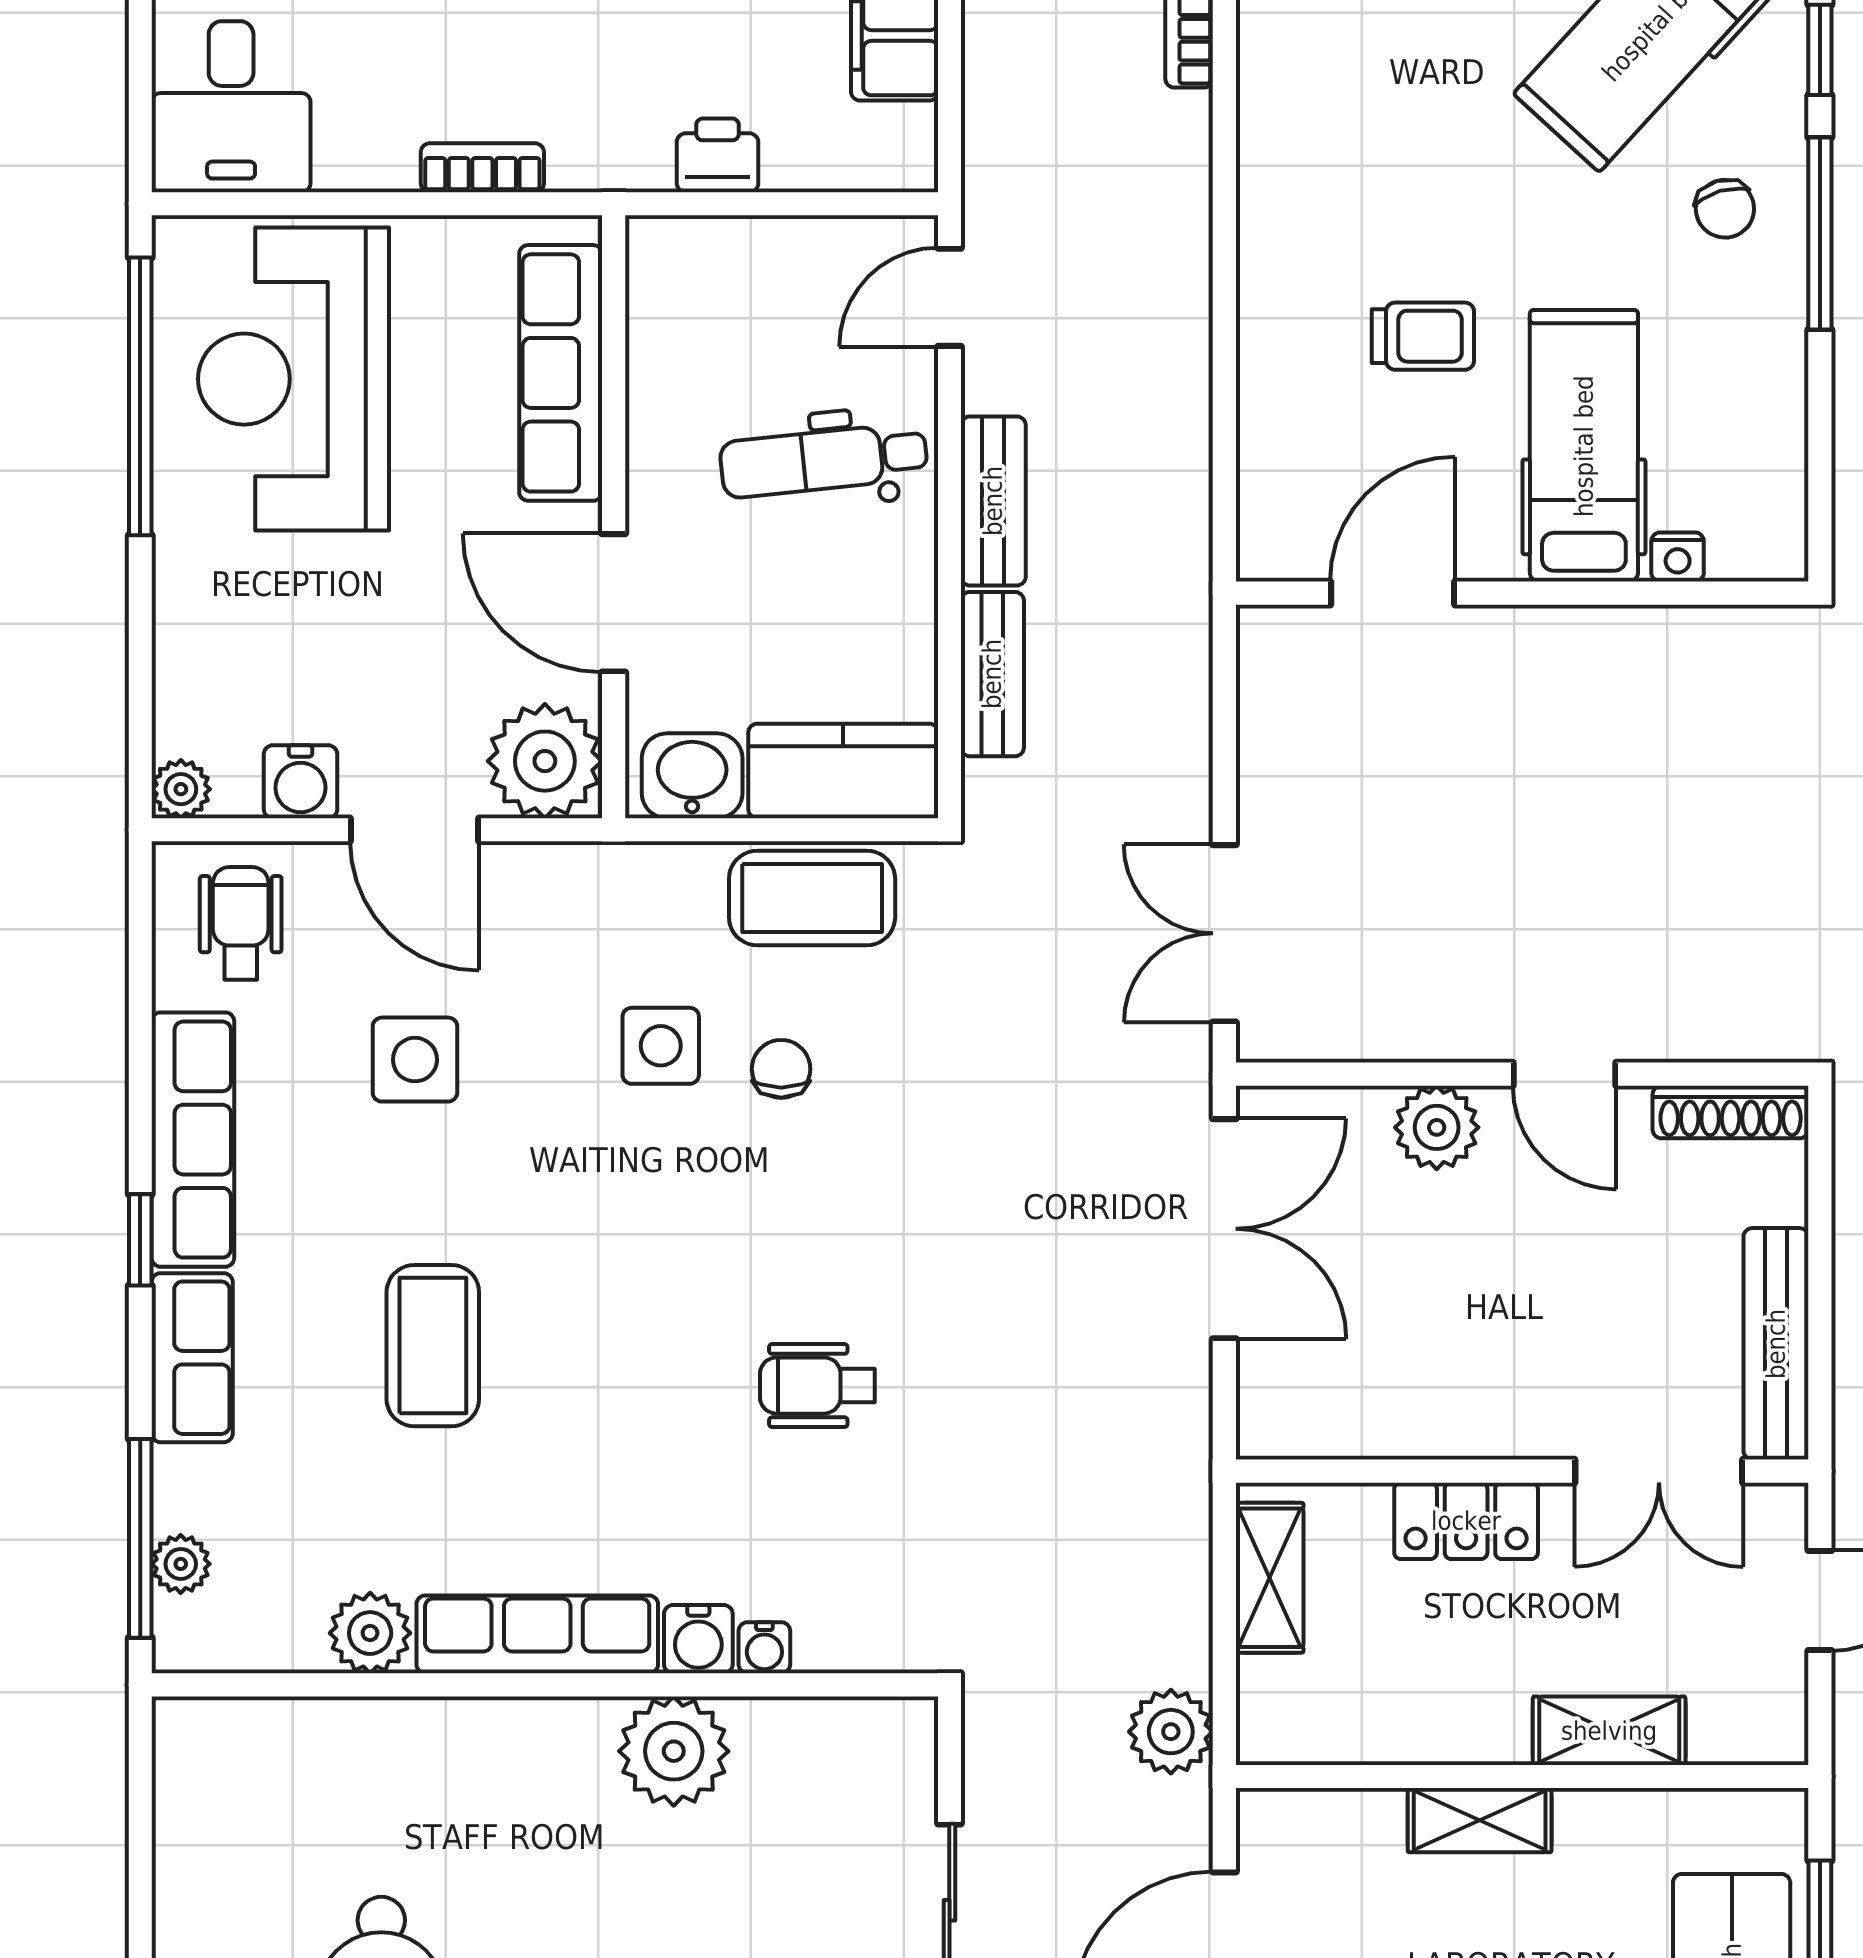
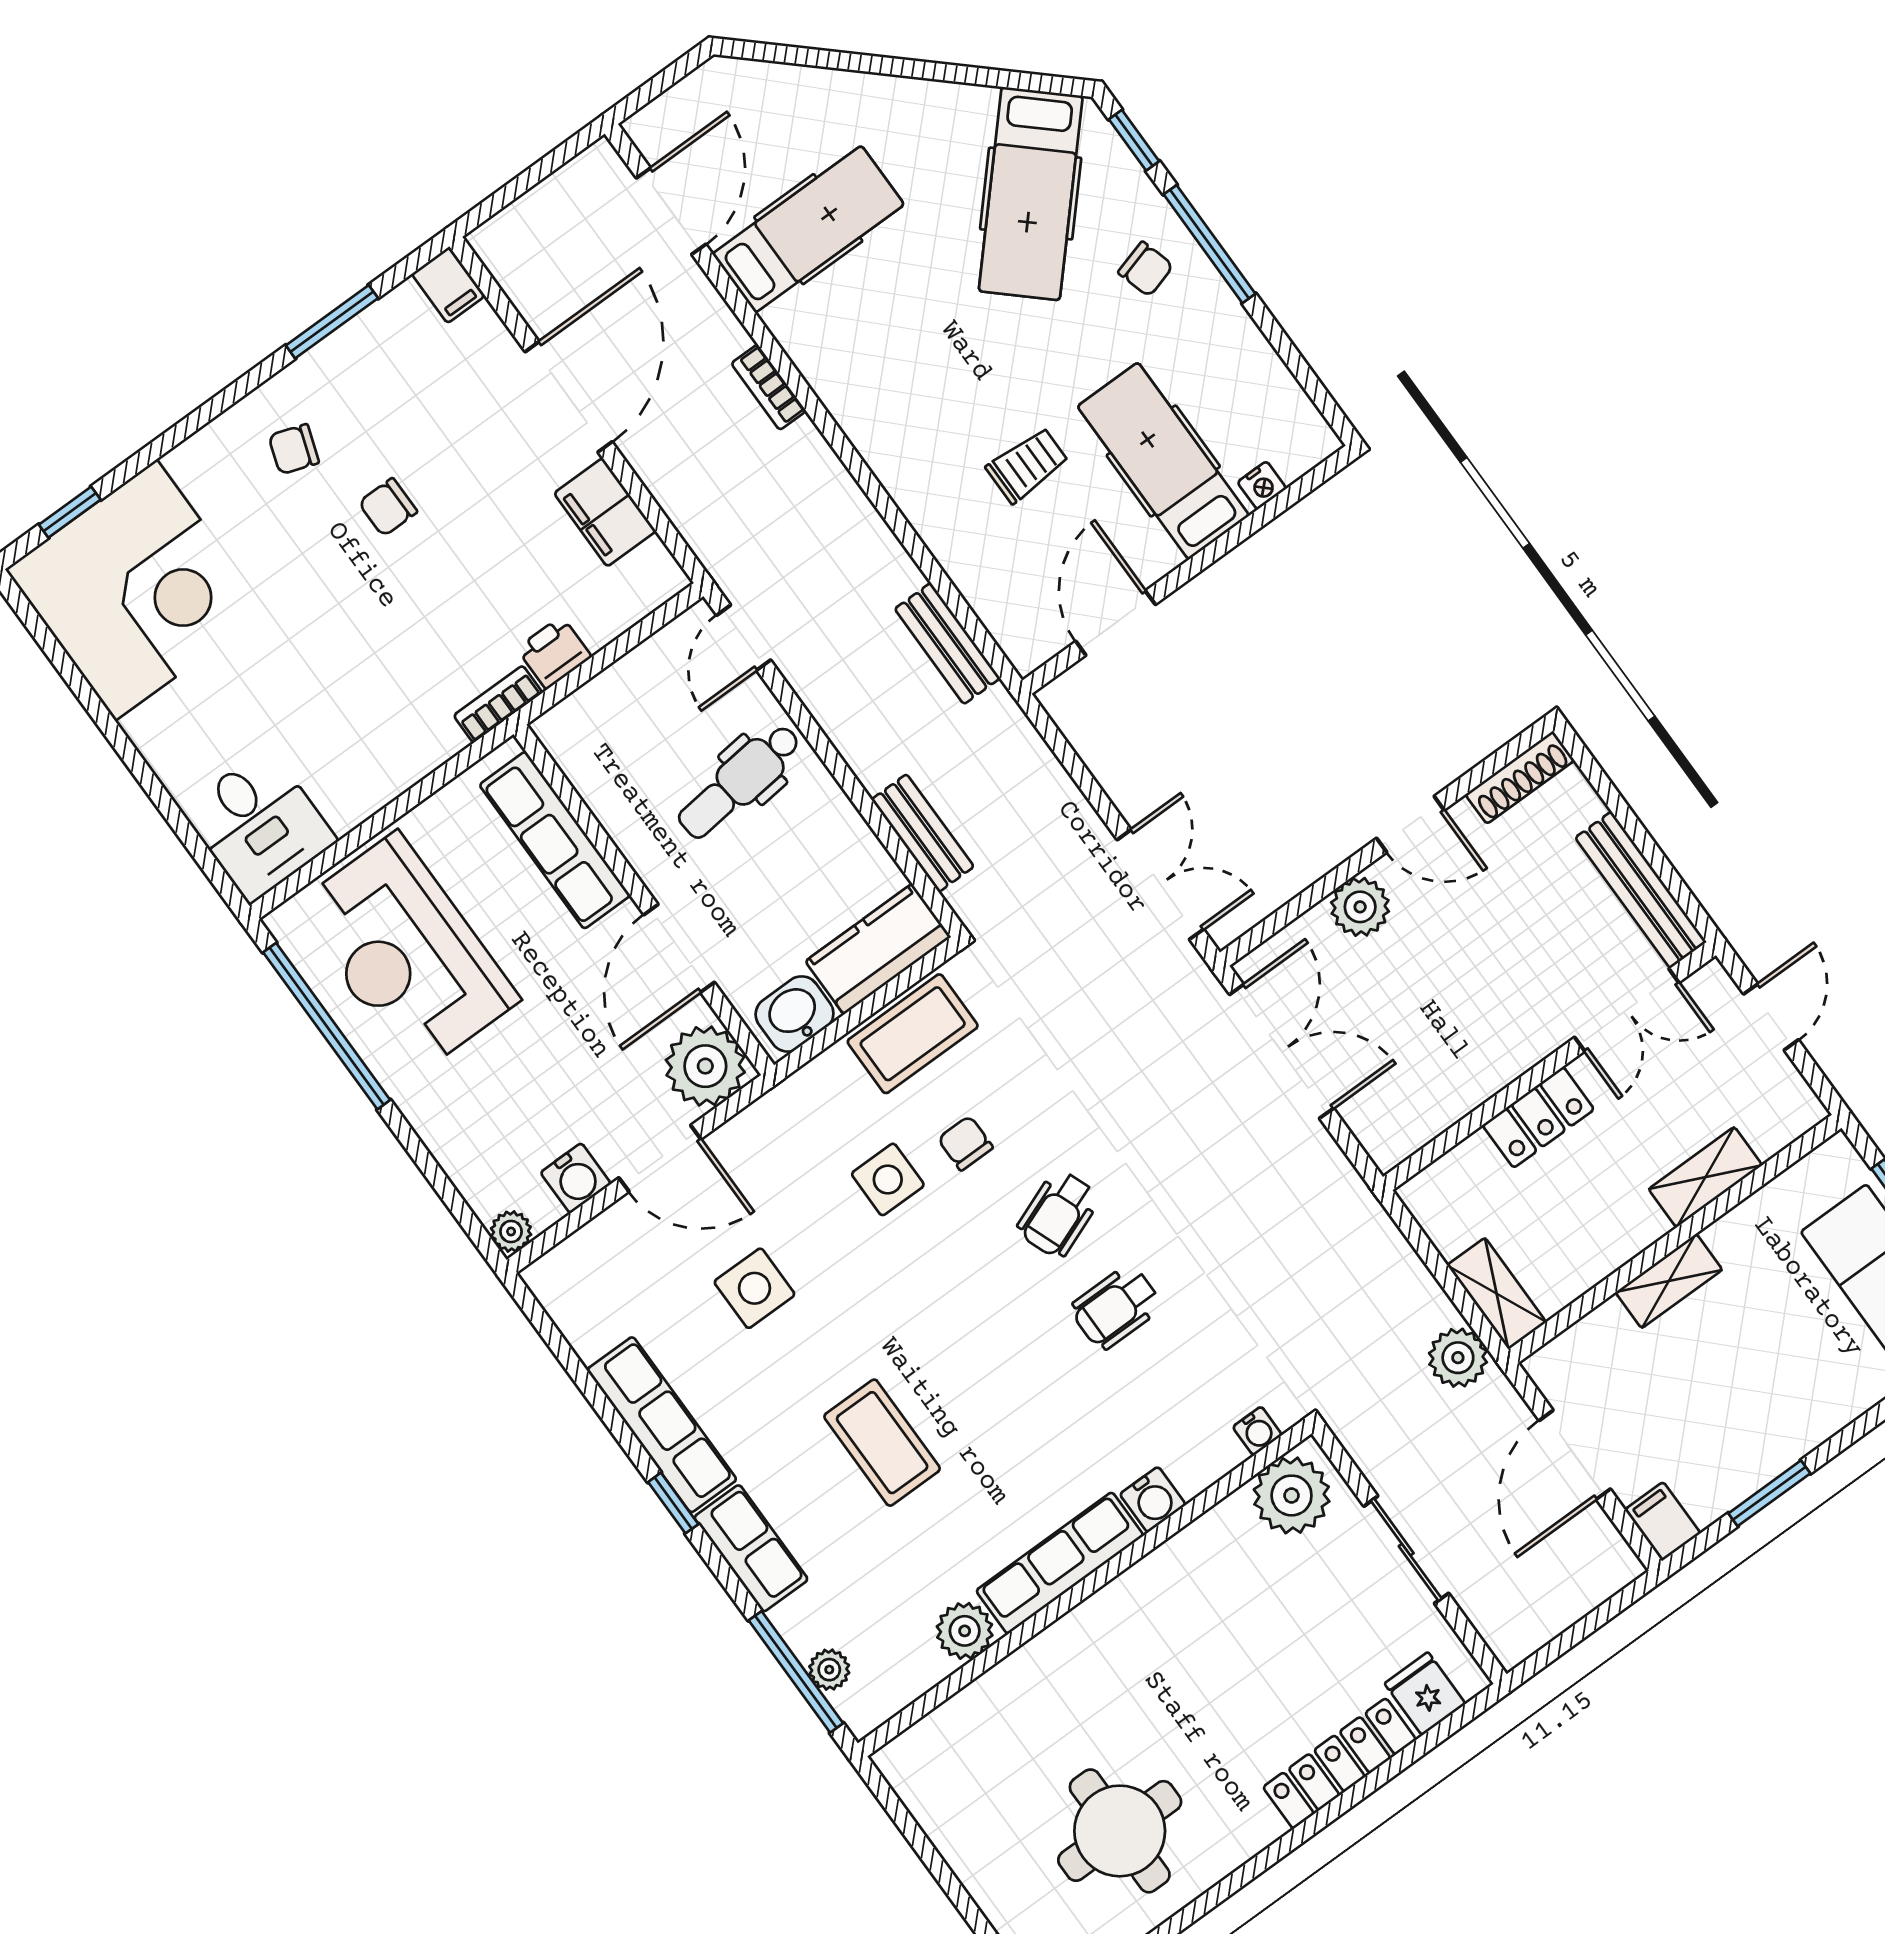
bookcase: (482, 168) -> (498, 704), moved
bench: (993, 501) -> (947, 643), moved
door: (614, 603) -> (679, 948), hinge flipped
wheelchair: (241, 923) -> (1058, 1214), moved, turned -111
double door: (1224, 933) -> (1160, 884), swing flipped
shelving: (1270, 1578) -> (1497, 1294), moved
water cooler: (764, 1648) -> (1257, 1431), moved
plant: (674, 1751) -> (1292, 1495), moved

